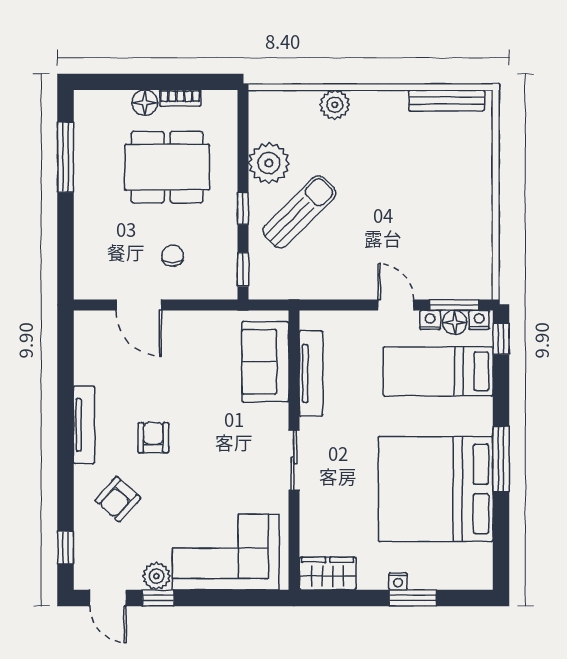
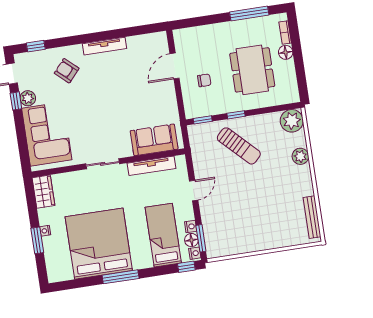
bookcase: (180, 98) -> (285, 32), moved
plant: (269, 163) -> (292, 121), moved
door: (396, 305) -> (194, 191), moved
armchair: (153, 438) -> (103, 85), removed

